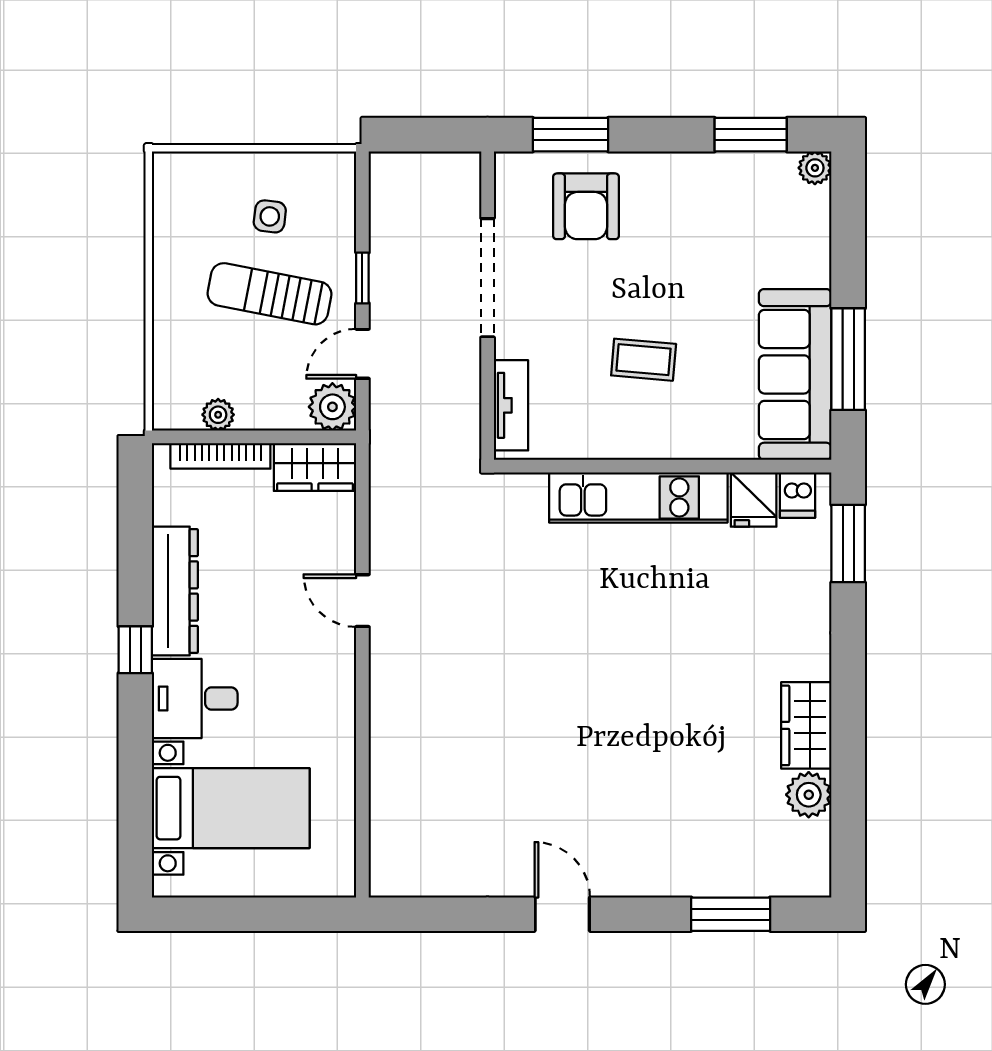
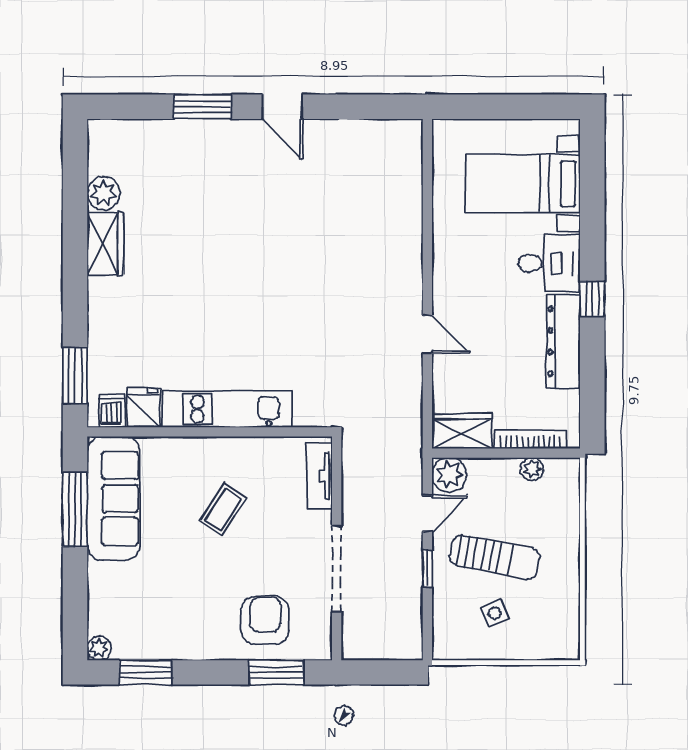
side table: (270, 216) -> (495, 613), turned -31
coffee table: (644, 360) -> (223, 509), turned -62
window: (731, 914) -> (203, 107), moved

